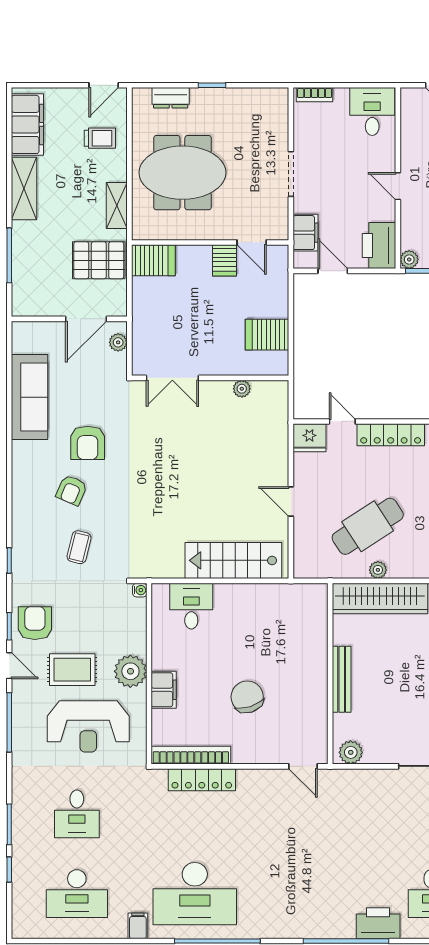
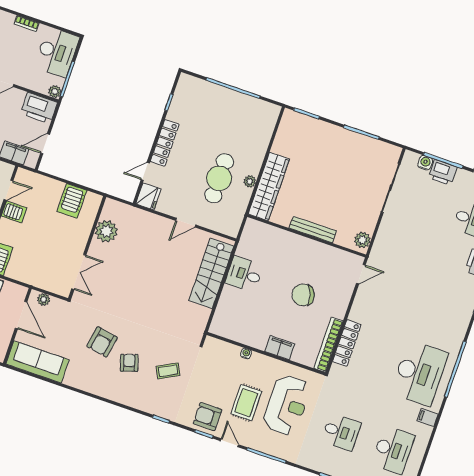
plant: (242, 389) -> (106, 231), width x1.87, depth x1.87
sofa: (30, 397) -> (37, 362), moved
armchair: (88, 443) -> (102, 342), turned 100
armchair: (72, 490) -> (129, 363), turned -131
cafe table: (368, 526) -> (219, 178), turned 33
coffee table: (79, 547) -> (168, 371), turned -42
water cooler: (140, 590) -> (246, 353), moved
desk: (191, 606) -> (244, 274), moved
door: (9, 666) -> (229, 443), hinge flipped
plant: (130, 671) -> (260, 365), removed

